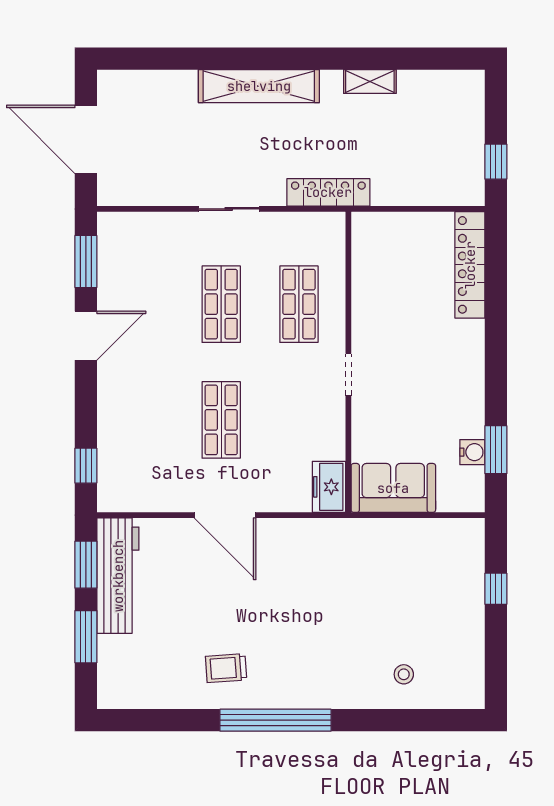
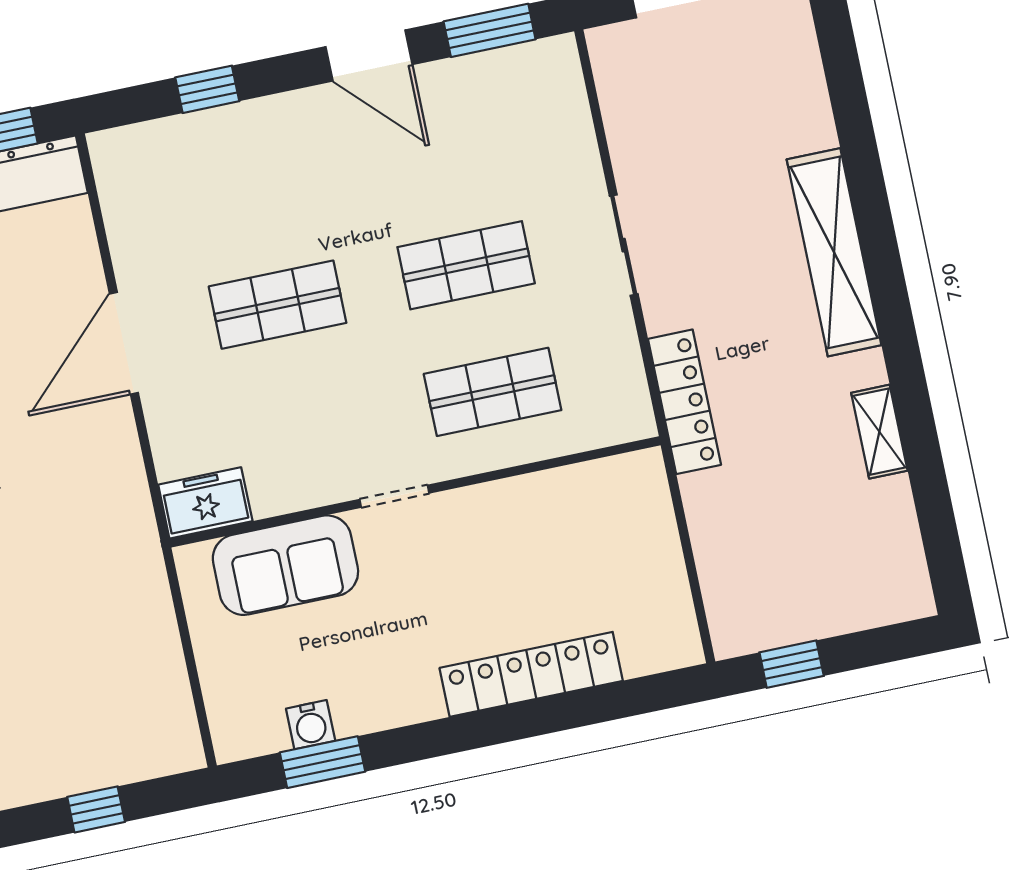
locker: (470, 265) -> (531, 674), moved
window: (86, 466) -> (207, 89), moved
sofa: (393, 488) -> (285, 565), moved, turned 90

